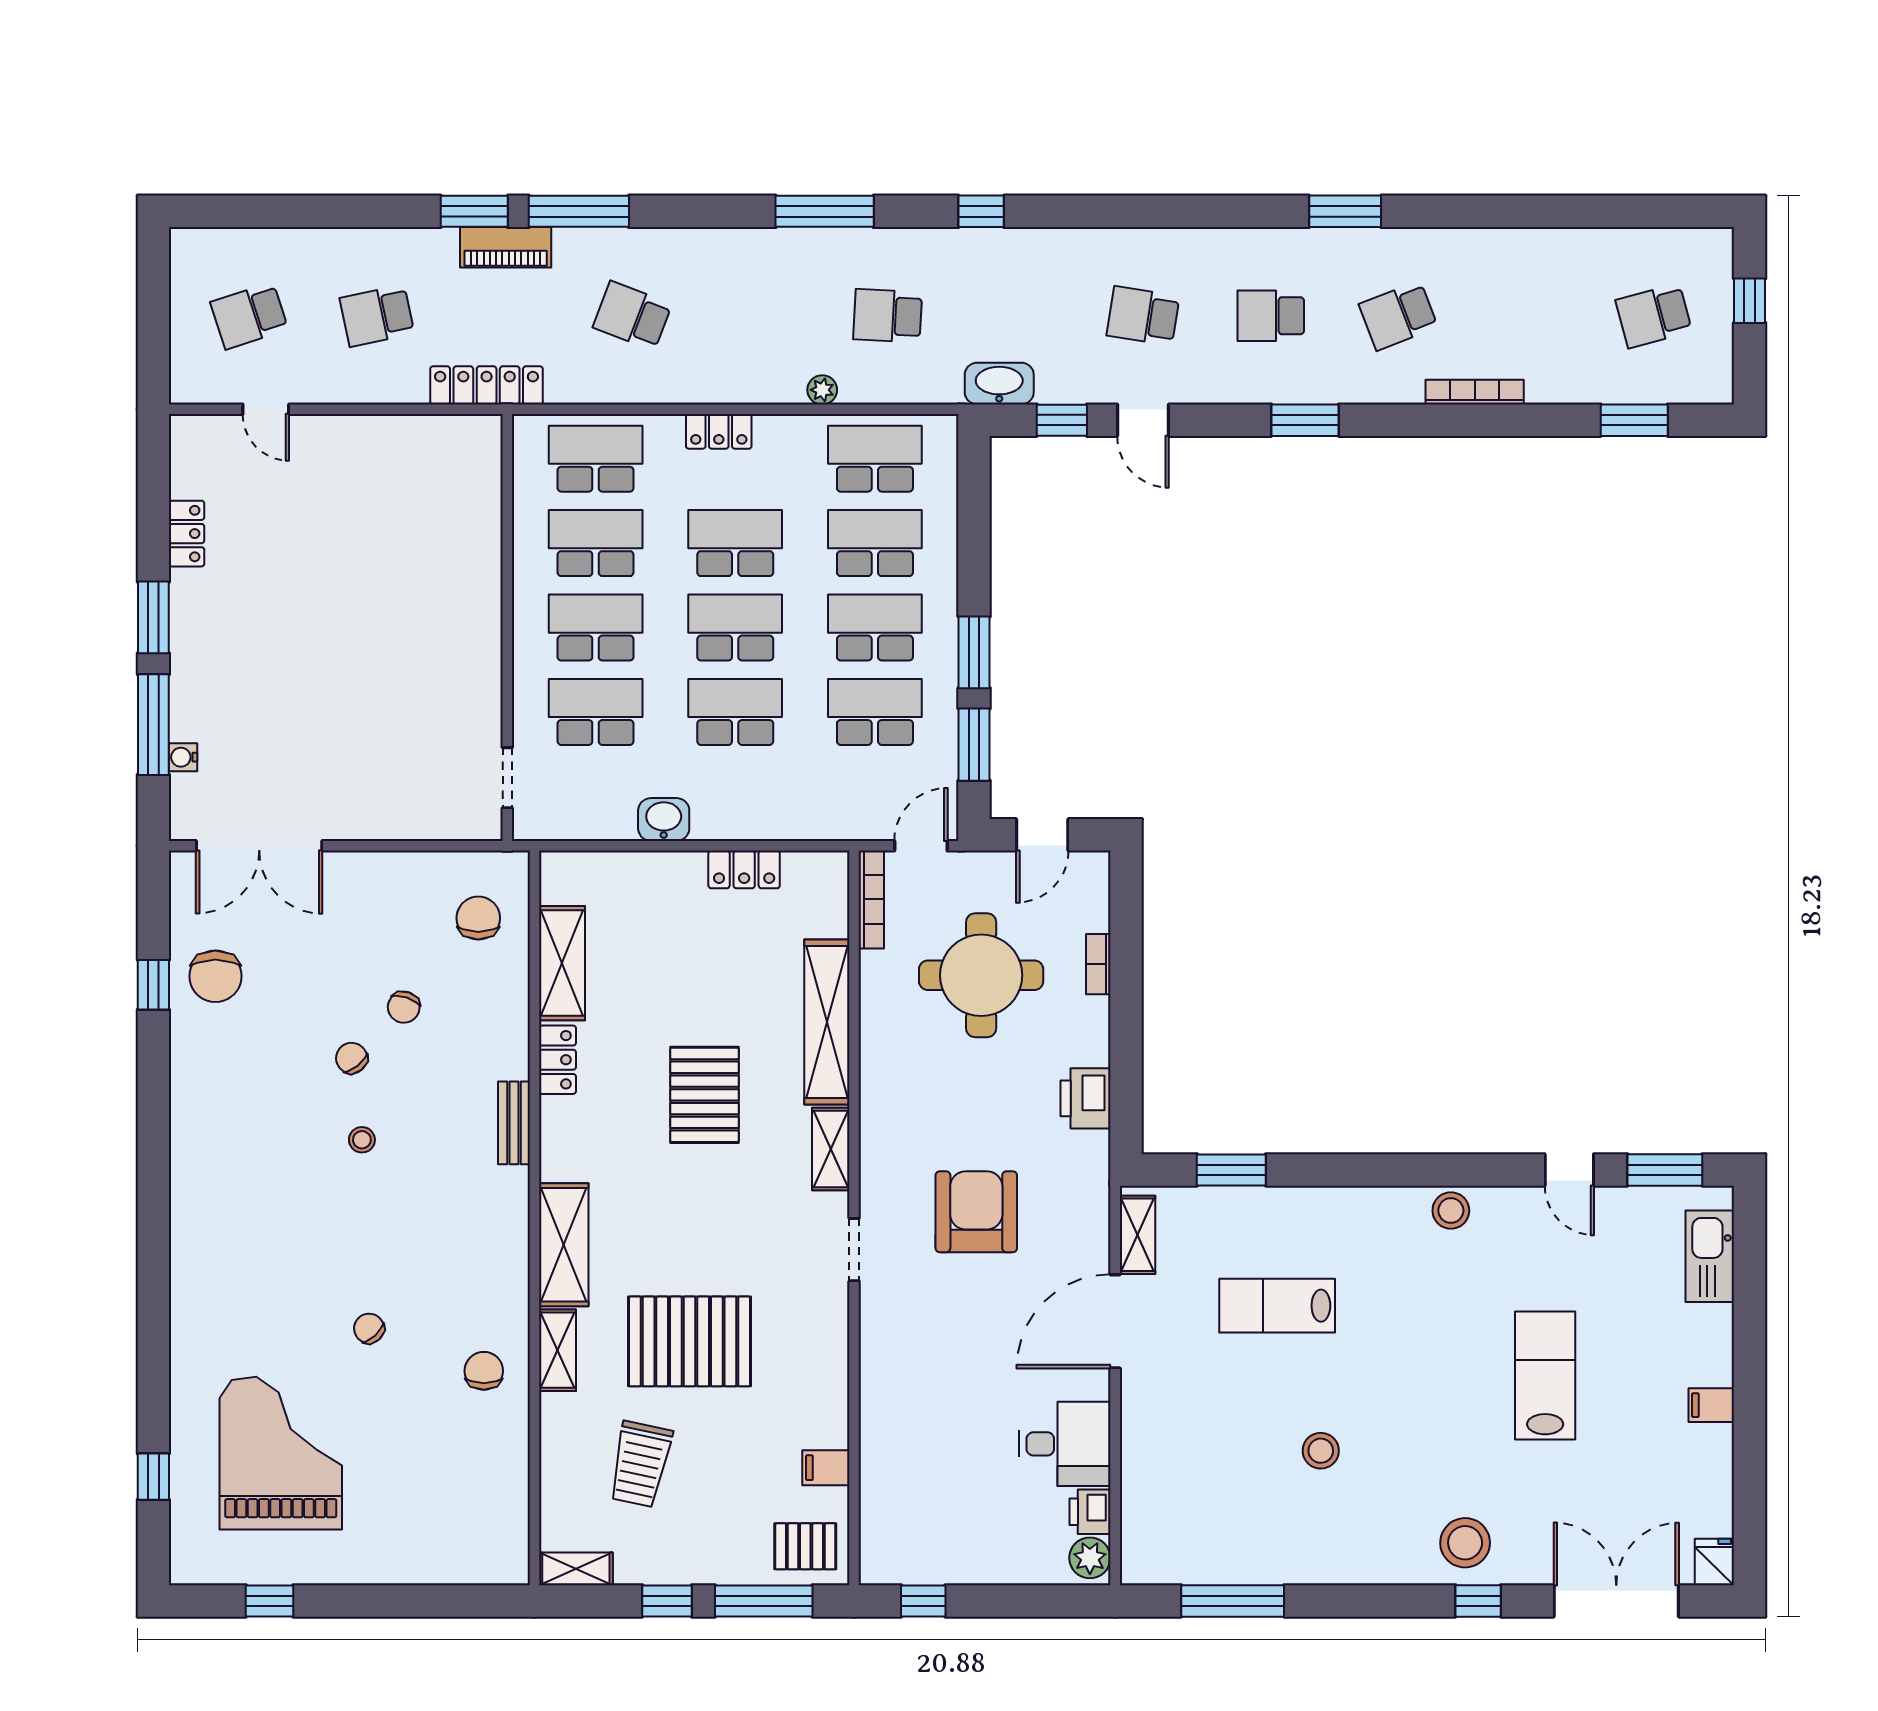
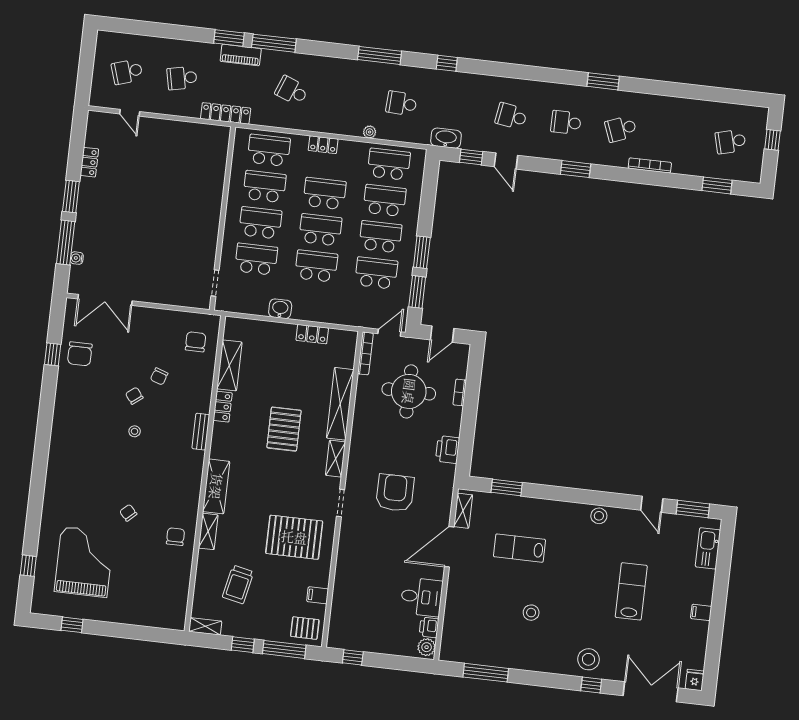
pallet: (689, 1341) -> (294, 537), moved

